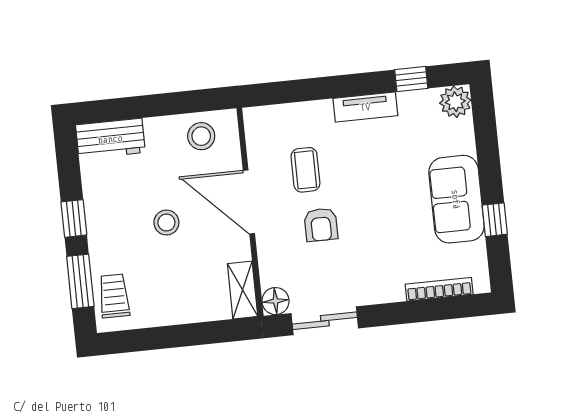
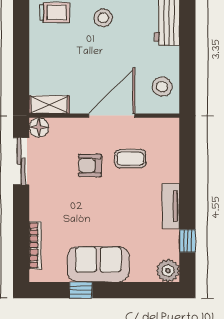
stool: (166, 222) -> (103, 18), moved

